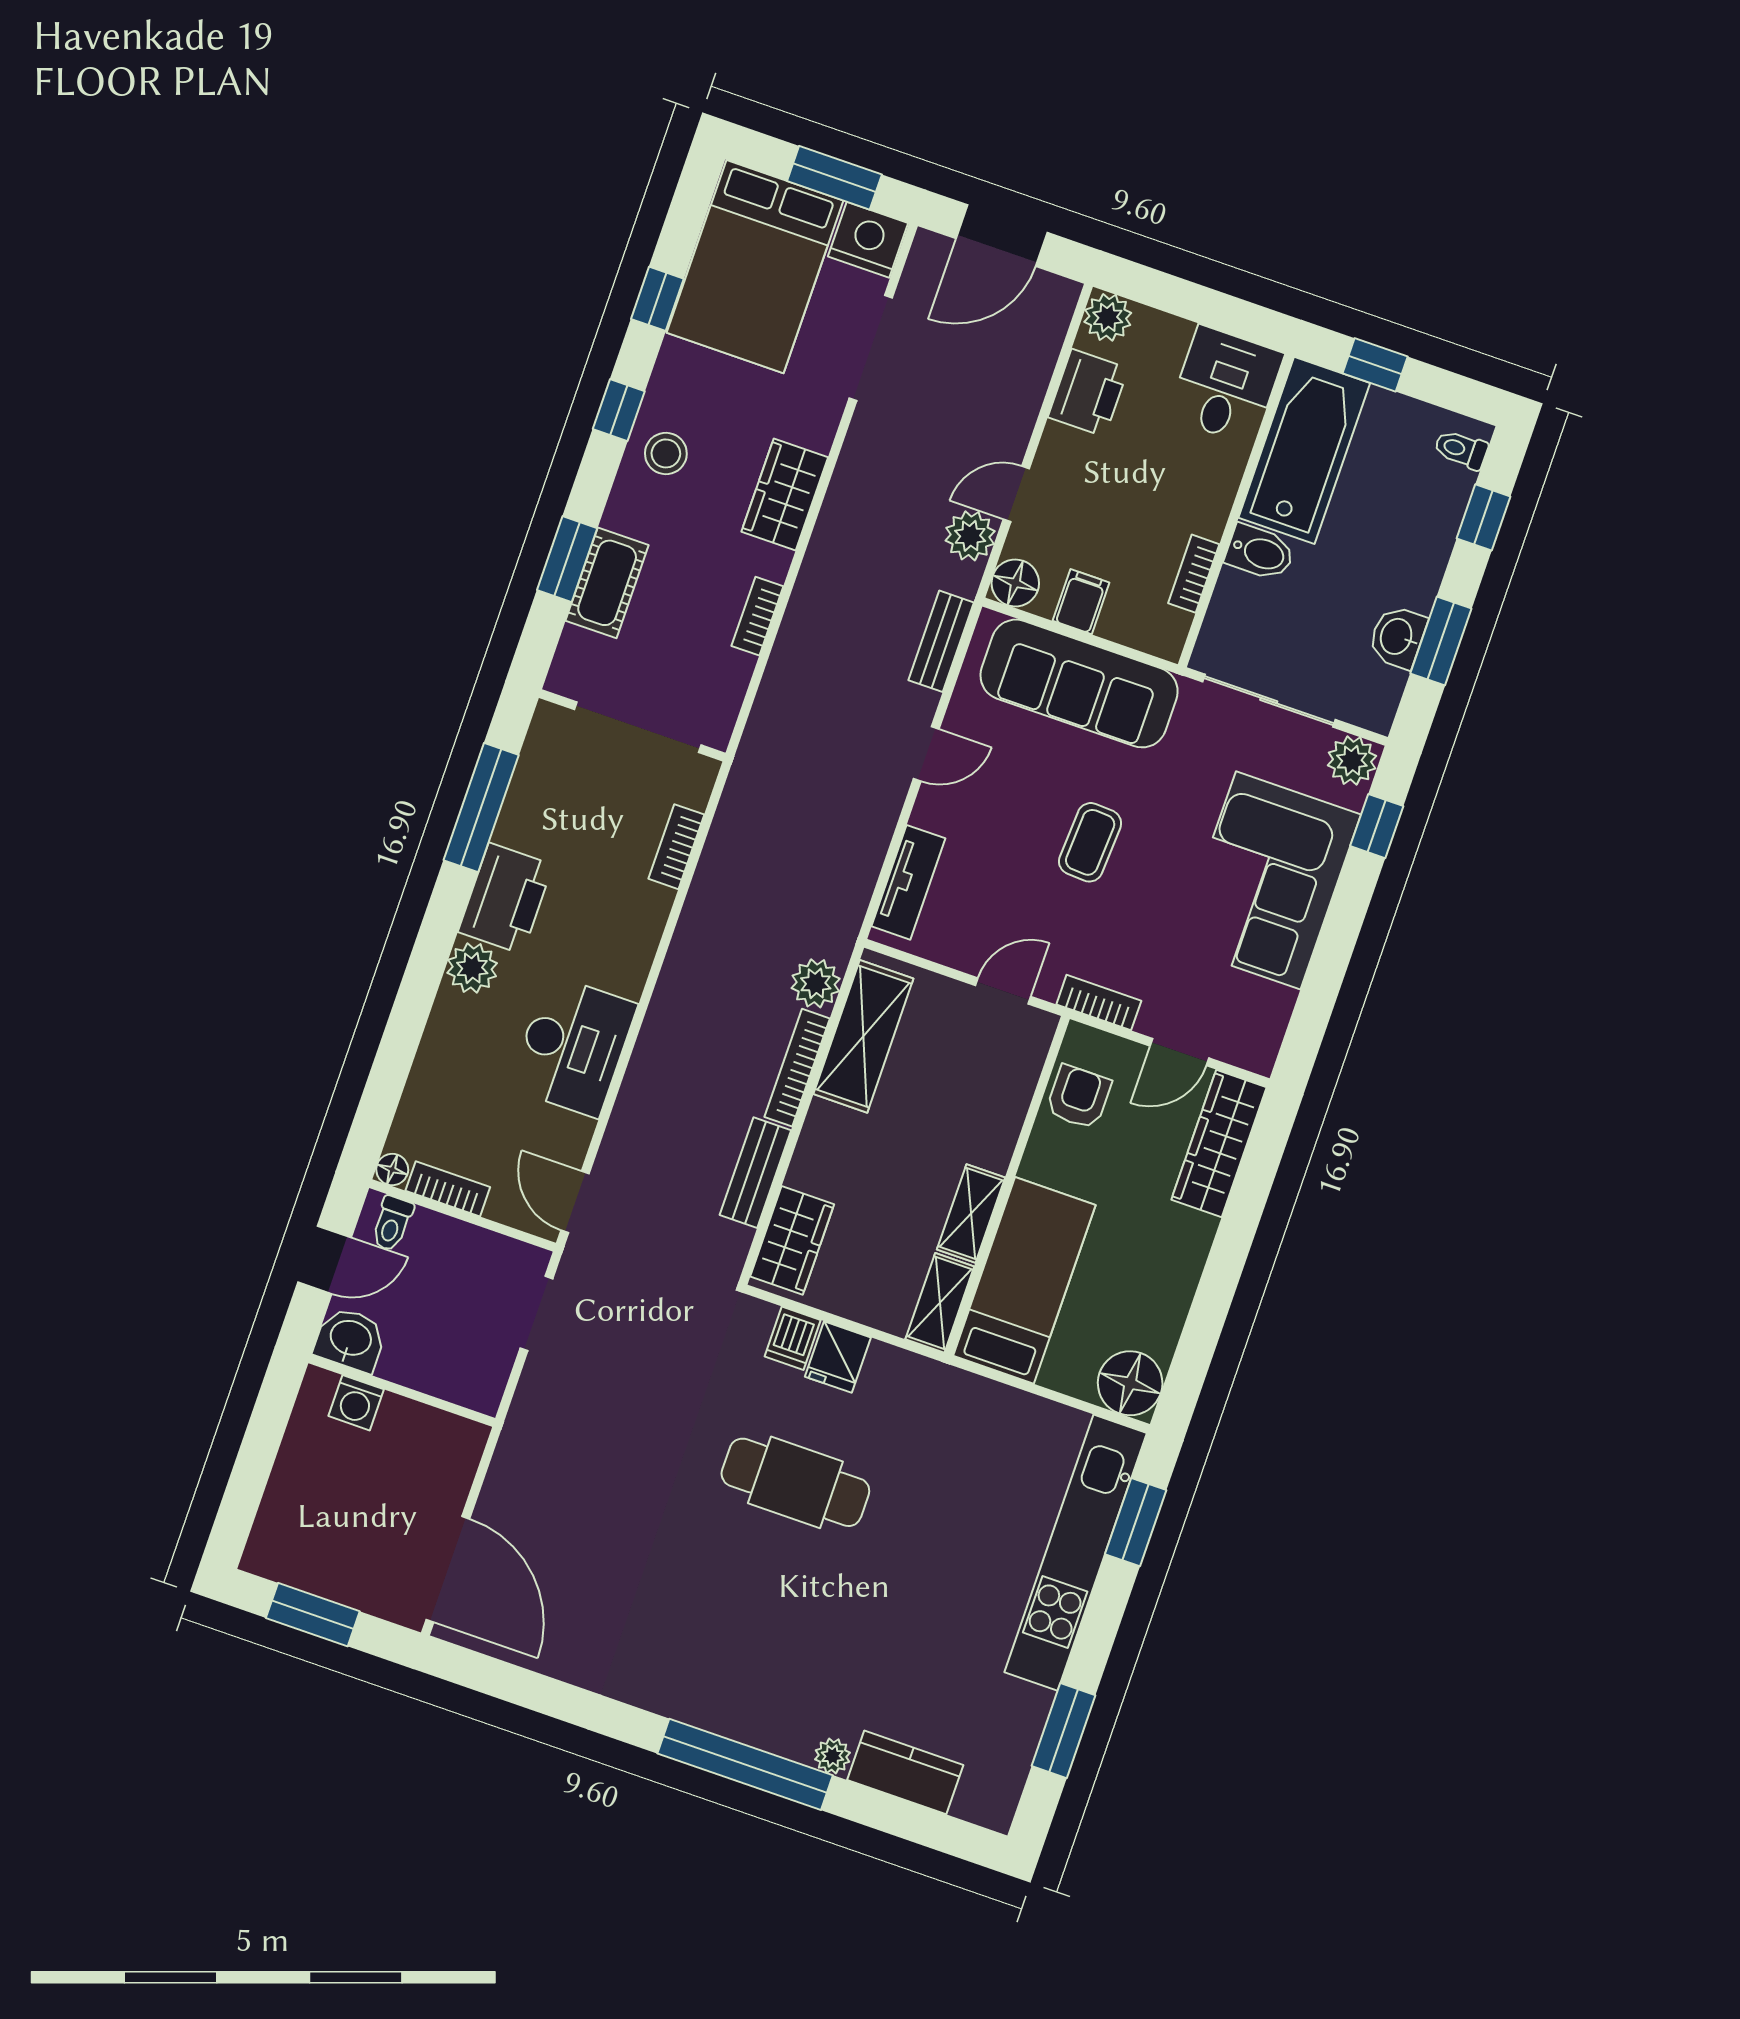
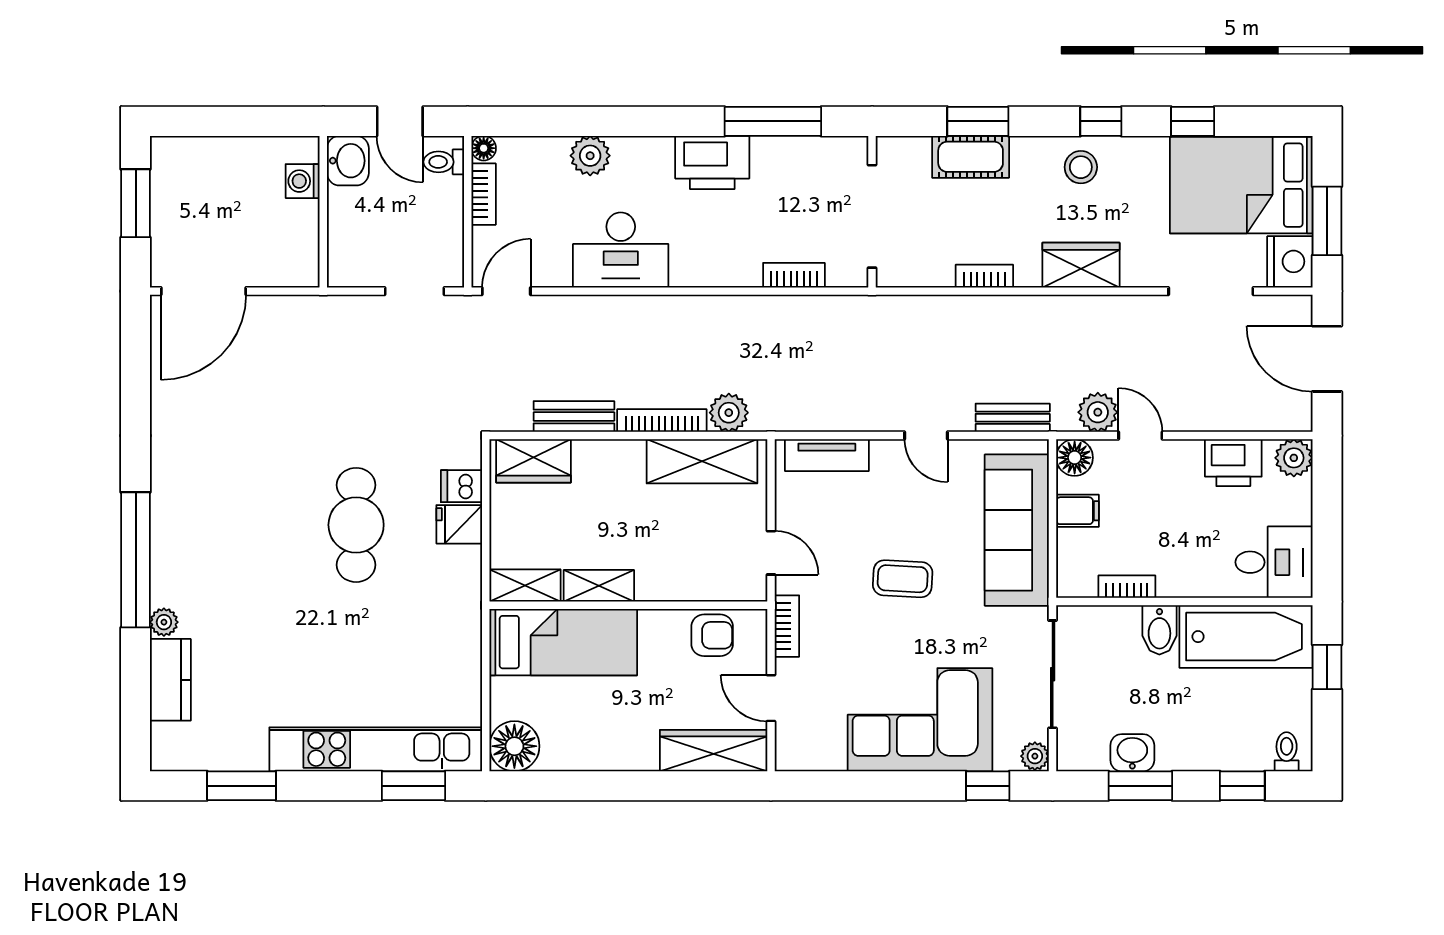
plant: (1352, 761) -> (1035, 756), width x0.73, depth x0.73
plant: (472, 968) -> (590, 156), moved

